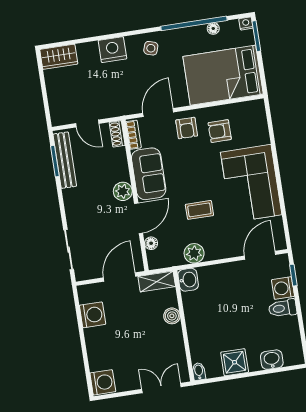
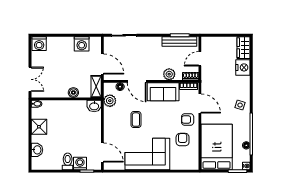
nightstand: (112, 50) -> (243, 67), moved
plant: (123, 191) -> (169, 74), moved
plant: (194, 253) -> (110, 101), moved

